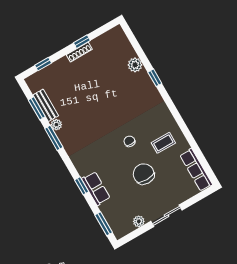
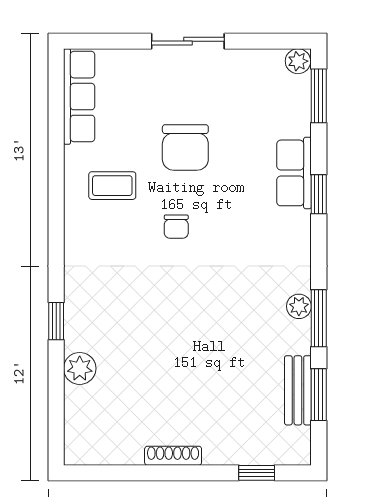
window: (82, 42) -> (156, 473), removed
plant: (56, 125) -> (299, 306), moved
plant: (139, 221) -> (298, 61), moved

